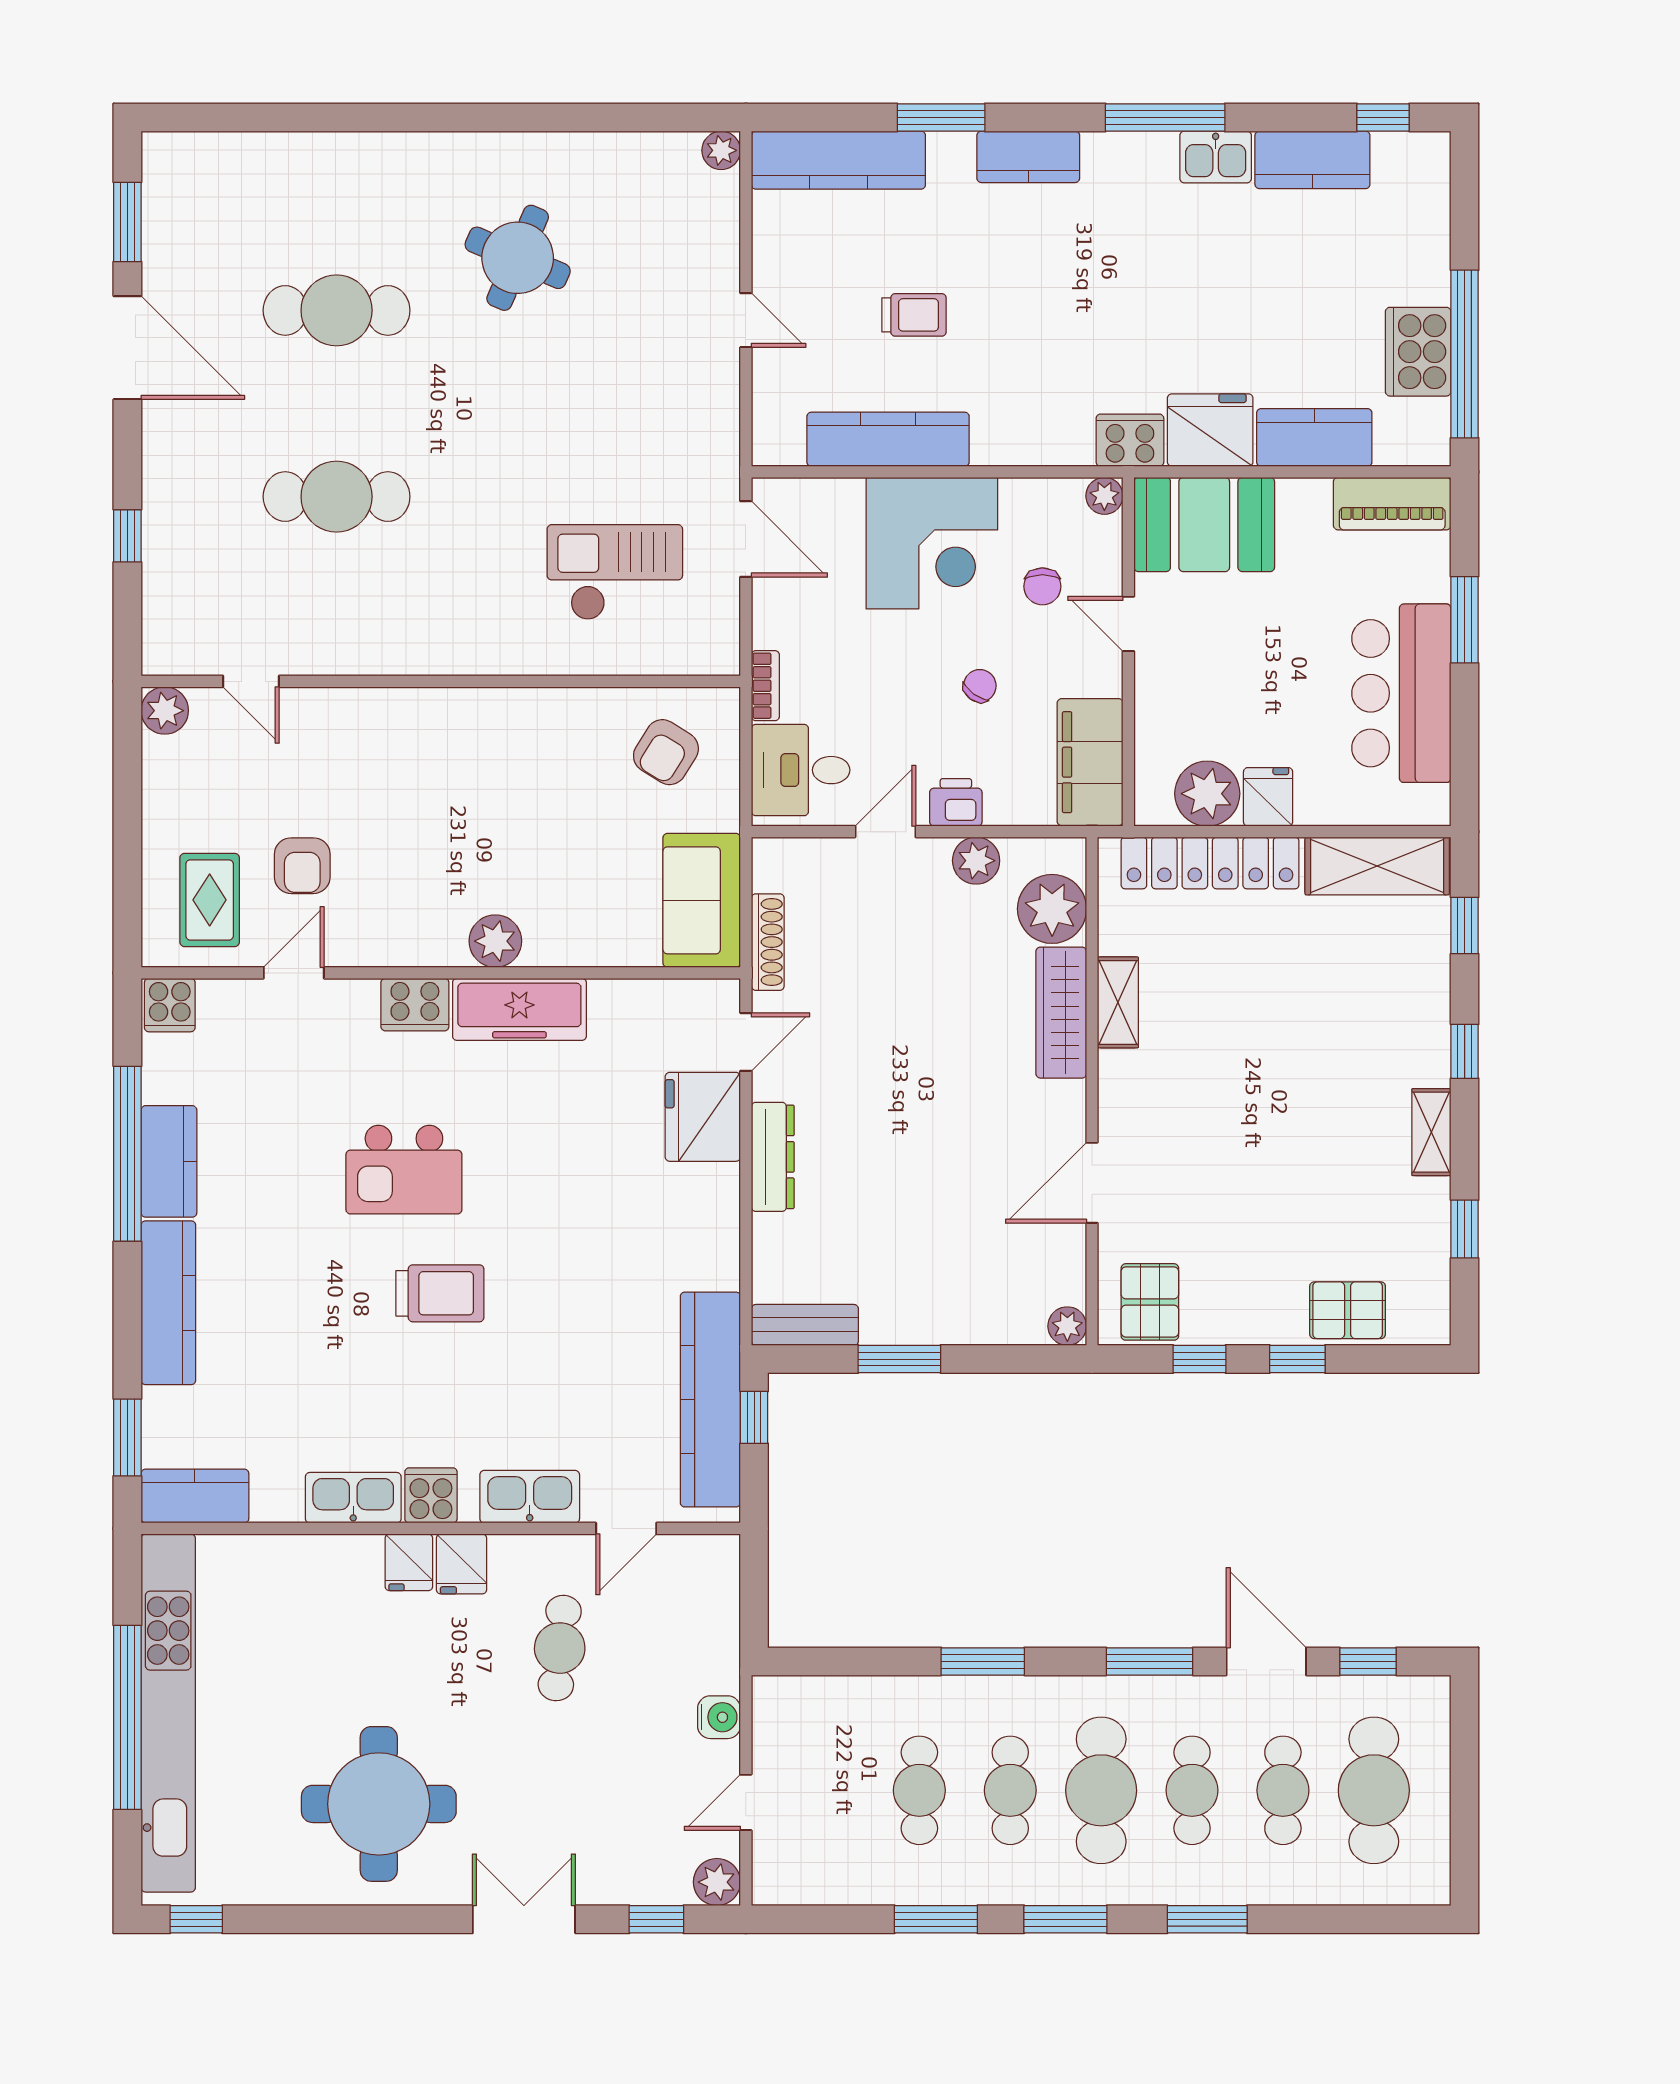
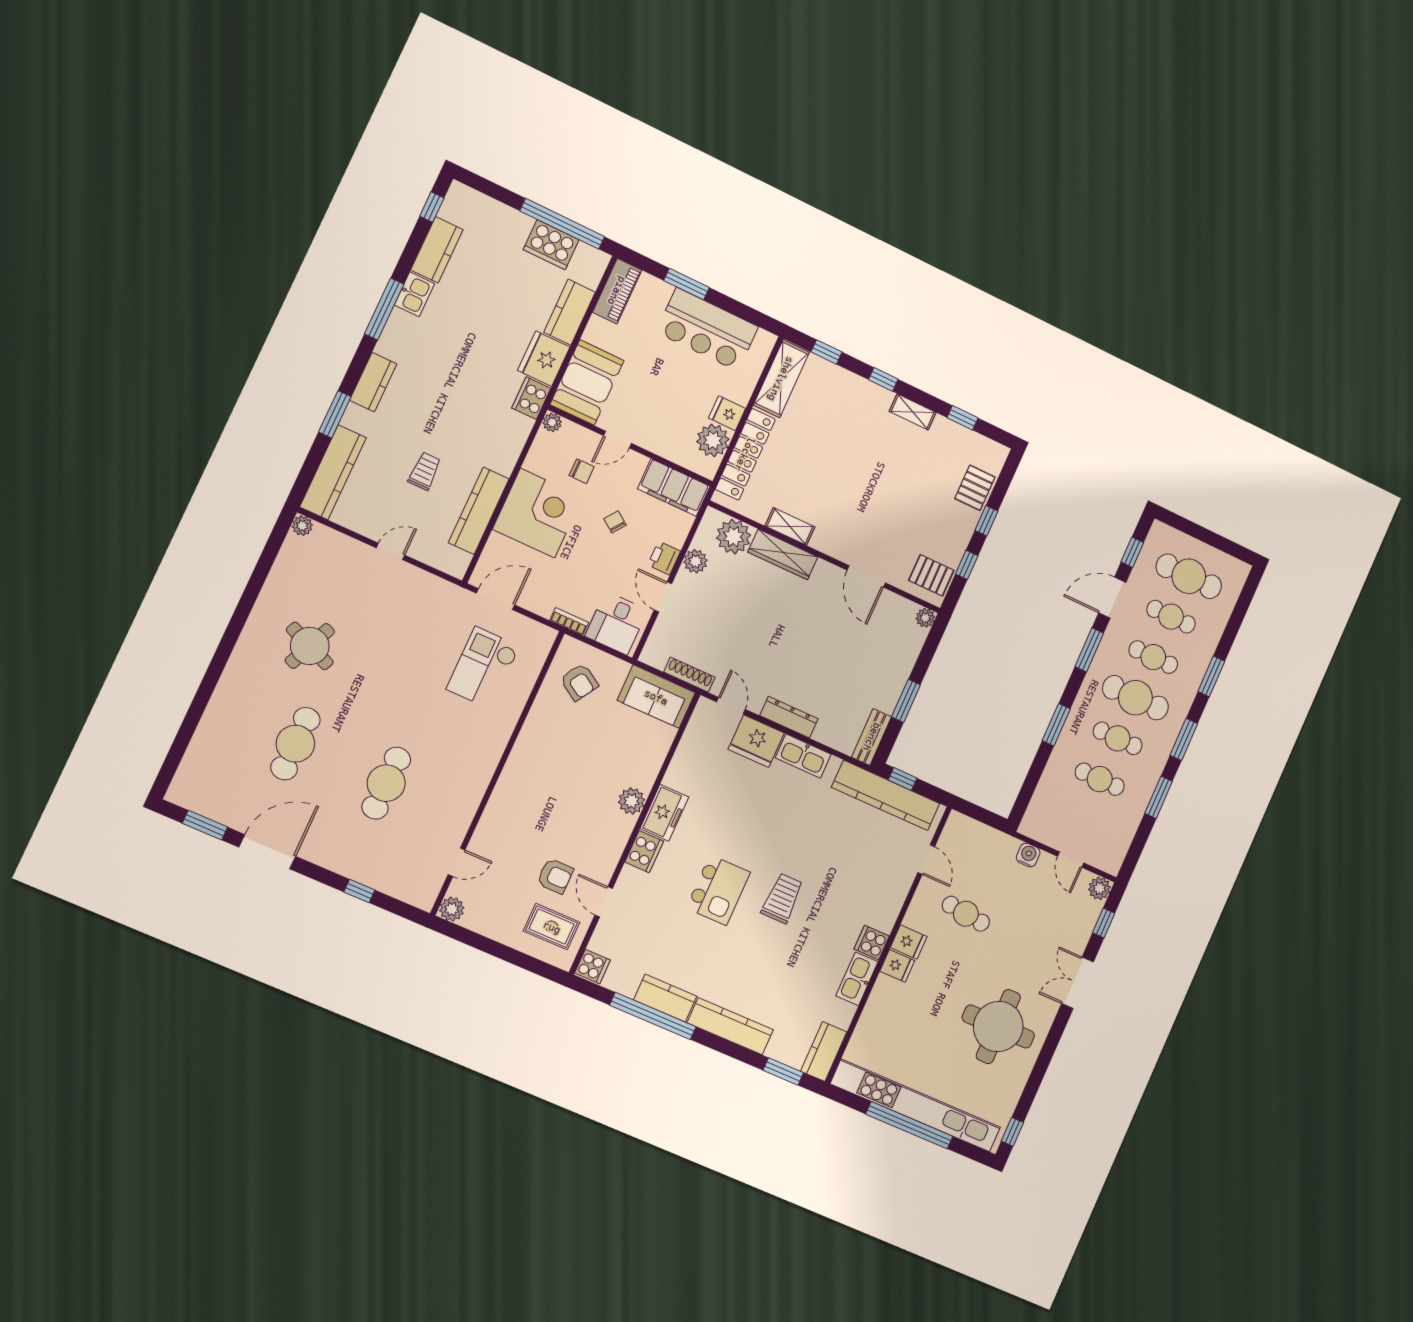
freezer: (519, 1009) -> (664, 813), width x0.71
kitchen sink: (530, 1497) -> (803, 756), moved, turned -90

